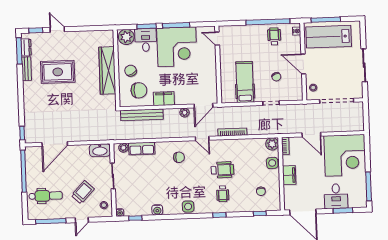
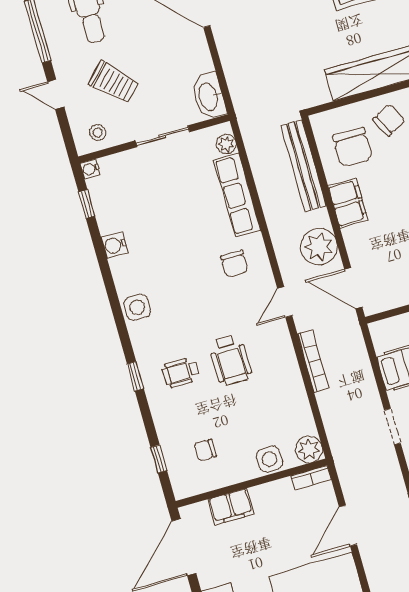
plant: (185, 113) -> (319, 247), width x1.88, depth x1.88
row of seats: (142, 149) -> (237, 195), width x1.48
filing cabinet: (289, 175) -> (231, 507), moved

